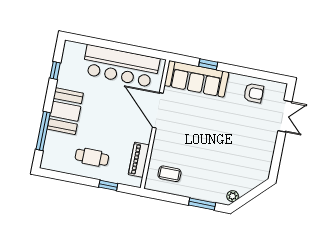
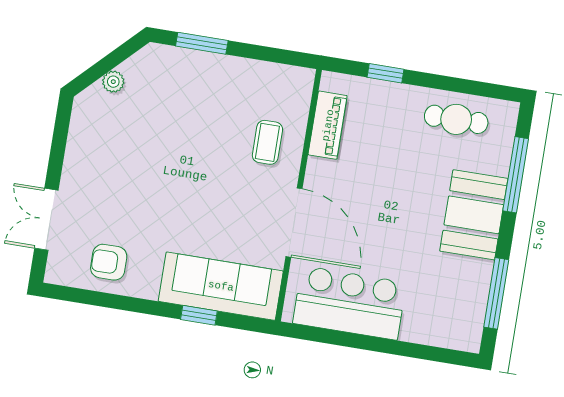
bar counter: (121, 66) -> (350, 303), width x0.73
window: (55, 70) -> (496, 293), width x2.17
cafe table: (92, 157) -> (456, 119), moved
coffee table: (169, 174) -> (267, 142), moved, turned 90
plant: (233, 196) -> (113, 82), moved

